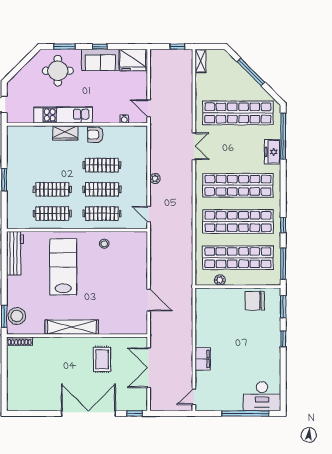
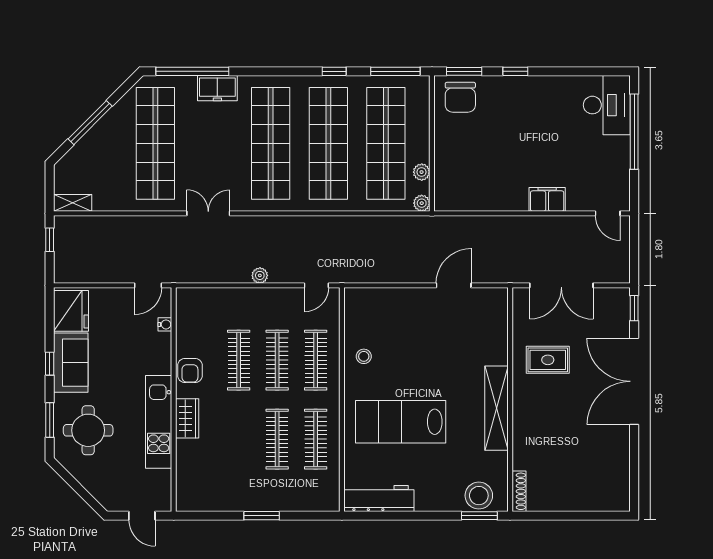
plant: (200, 280) -> (422, 203), added
chair: (255, 301) -> (460, 97), moved

